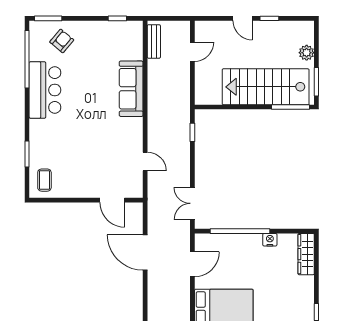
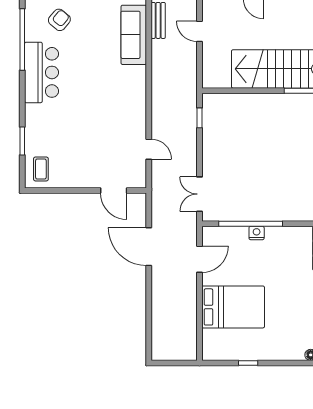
door: (192, 52) -> (200, 31), swing flipped
sofa: (131, 89) -> (134, 35), moved
nightstand: (270, 240) -> (257, 233), moved

